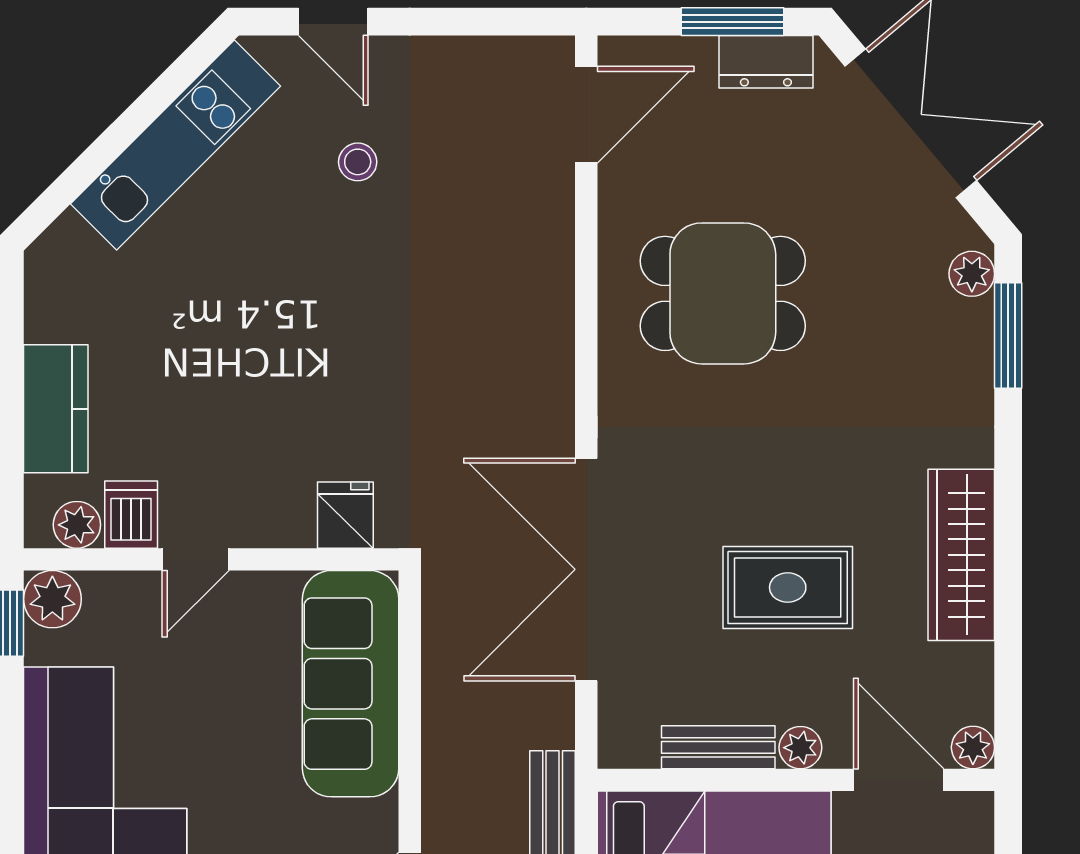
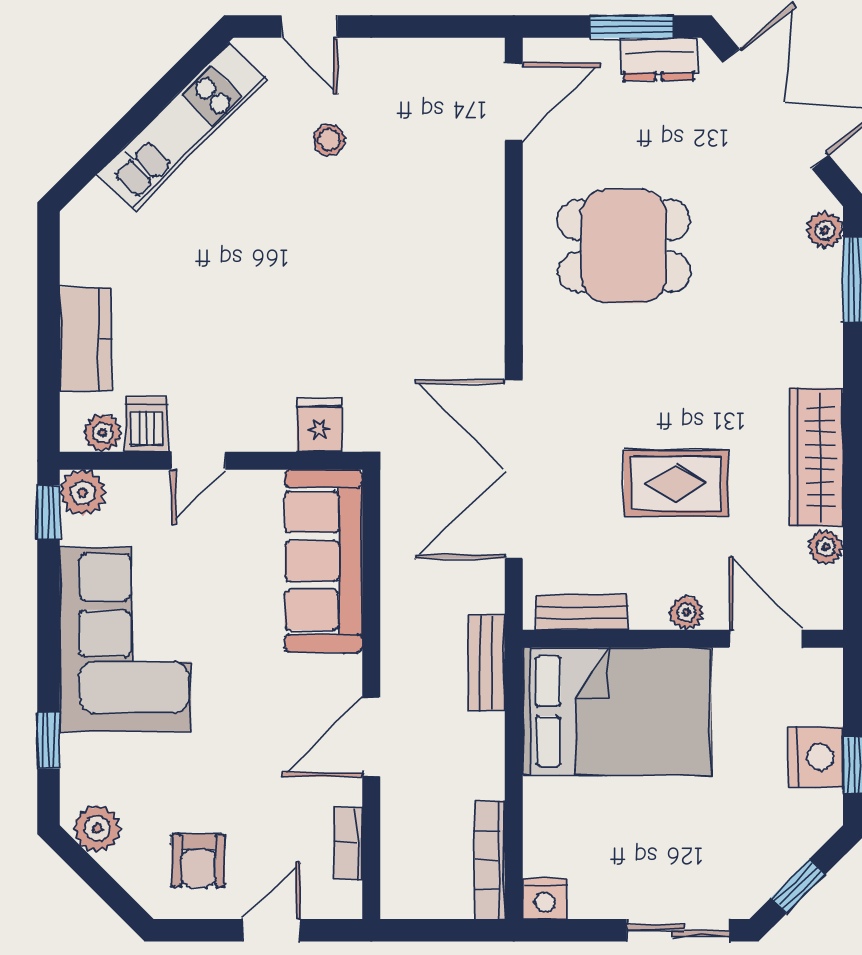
bench: (718, 747) -> (582, 612), moved
plant: (973, 747) -> (826, 547), moved

